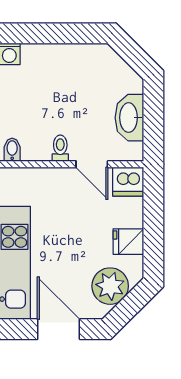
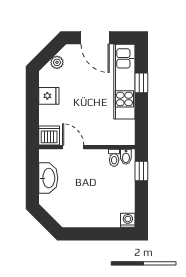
toilet: (60, 148) -> (114, 158), moved
plant: (110, 286) -> (57, 62), width x0.53, depth x0.53

